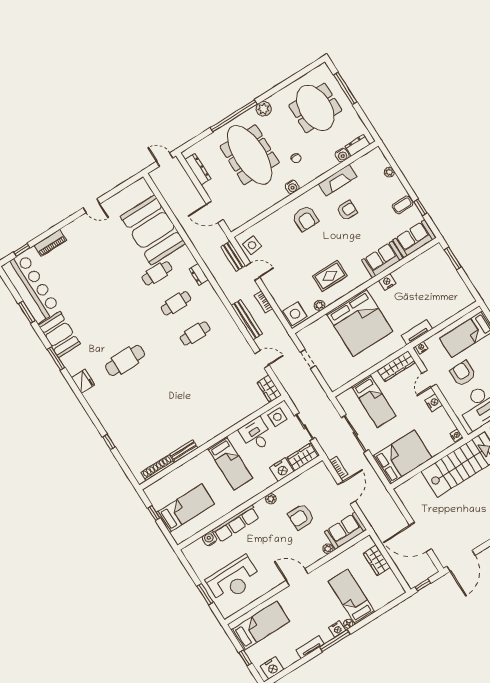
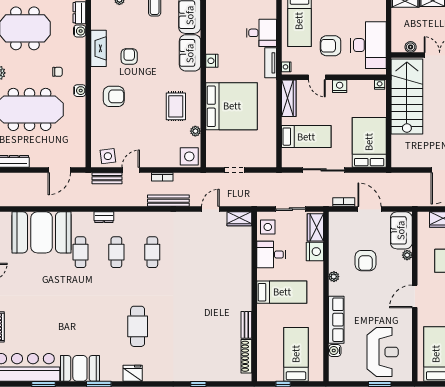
desk: (437, 309) -> (261, 33), added

